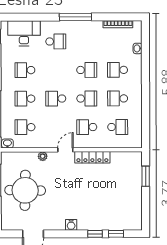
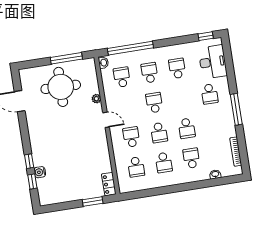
school desk: (118, 98) -> (164, 163), turned 180
locker: (92, 157) -> (109, 184), moved, width x0.66
water cooler: (71, 225) -> (40, 172), moved

